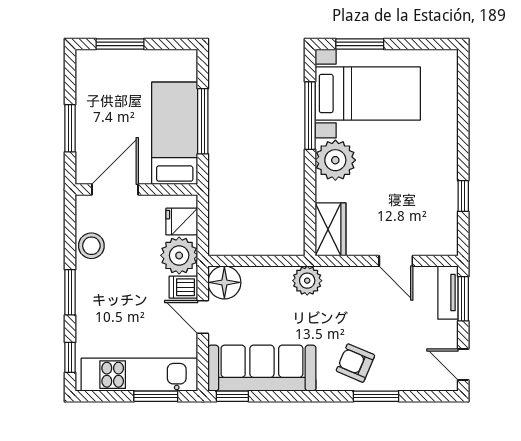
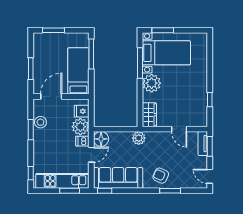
window: (203, 121) -> (91, 54), moved
window: (70, 292) -> (31, 130), moved
door: (203, 317) -> (91, 155), swing flipped

